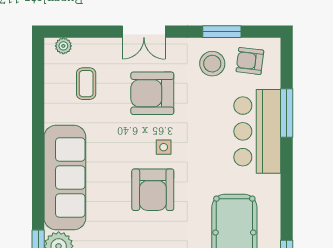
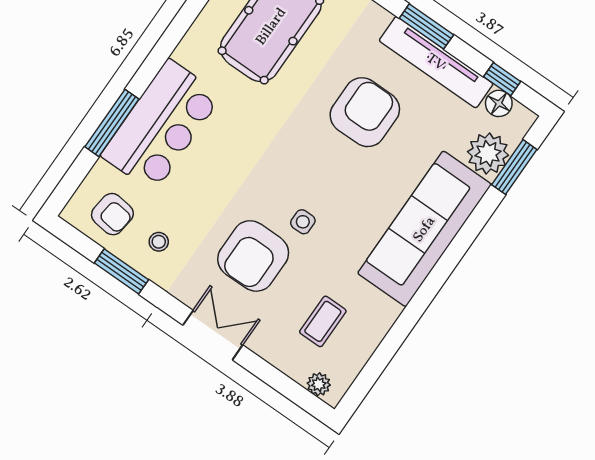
stool: (212, 64) -> (159, 242), width x0.53, depth x0.53
armchair: (152, 93) -> (253, 256), turned 90
side table: (164, 147) -> (303, 222), moved
armchair: (153, 190) -> (365, 112), moved

